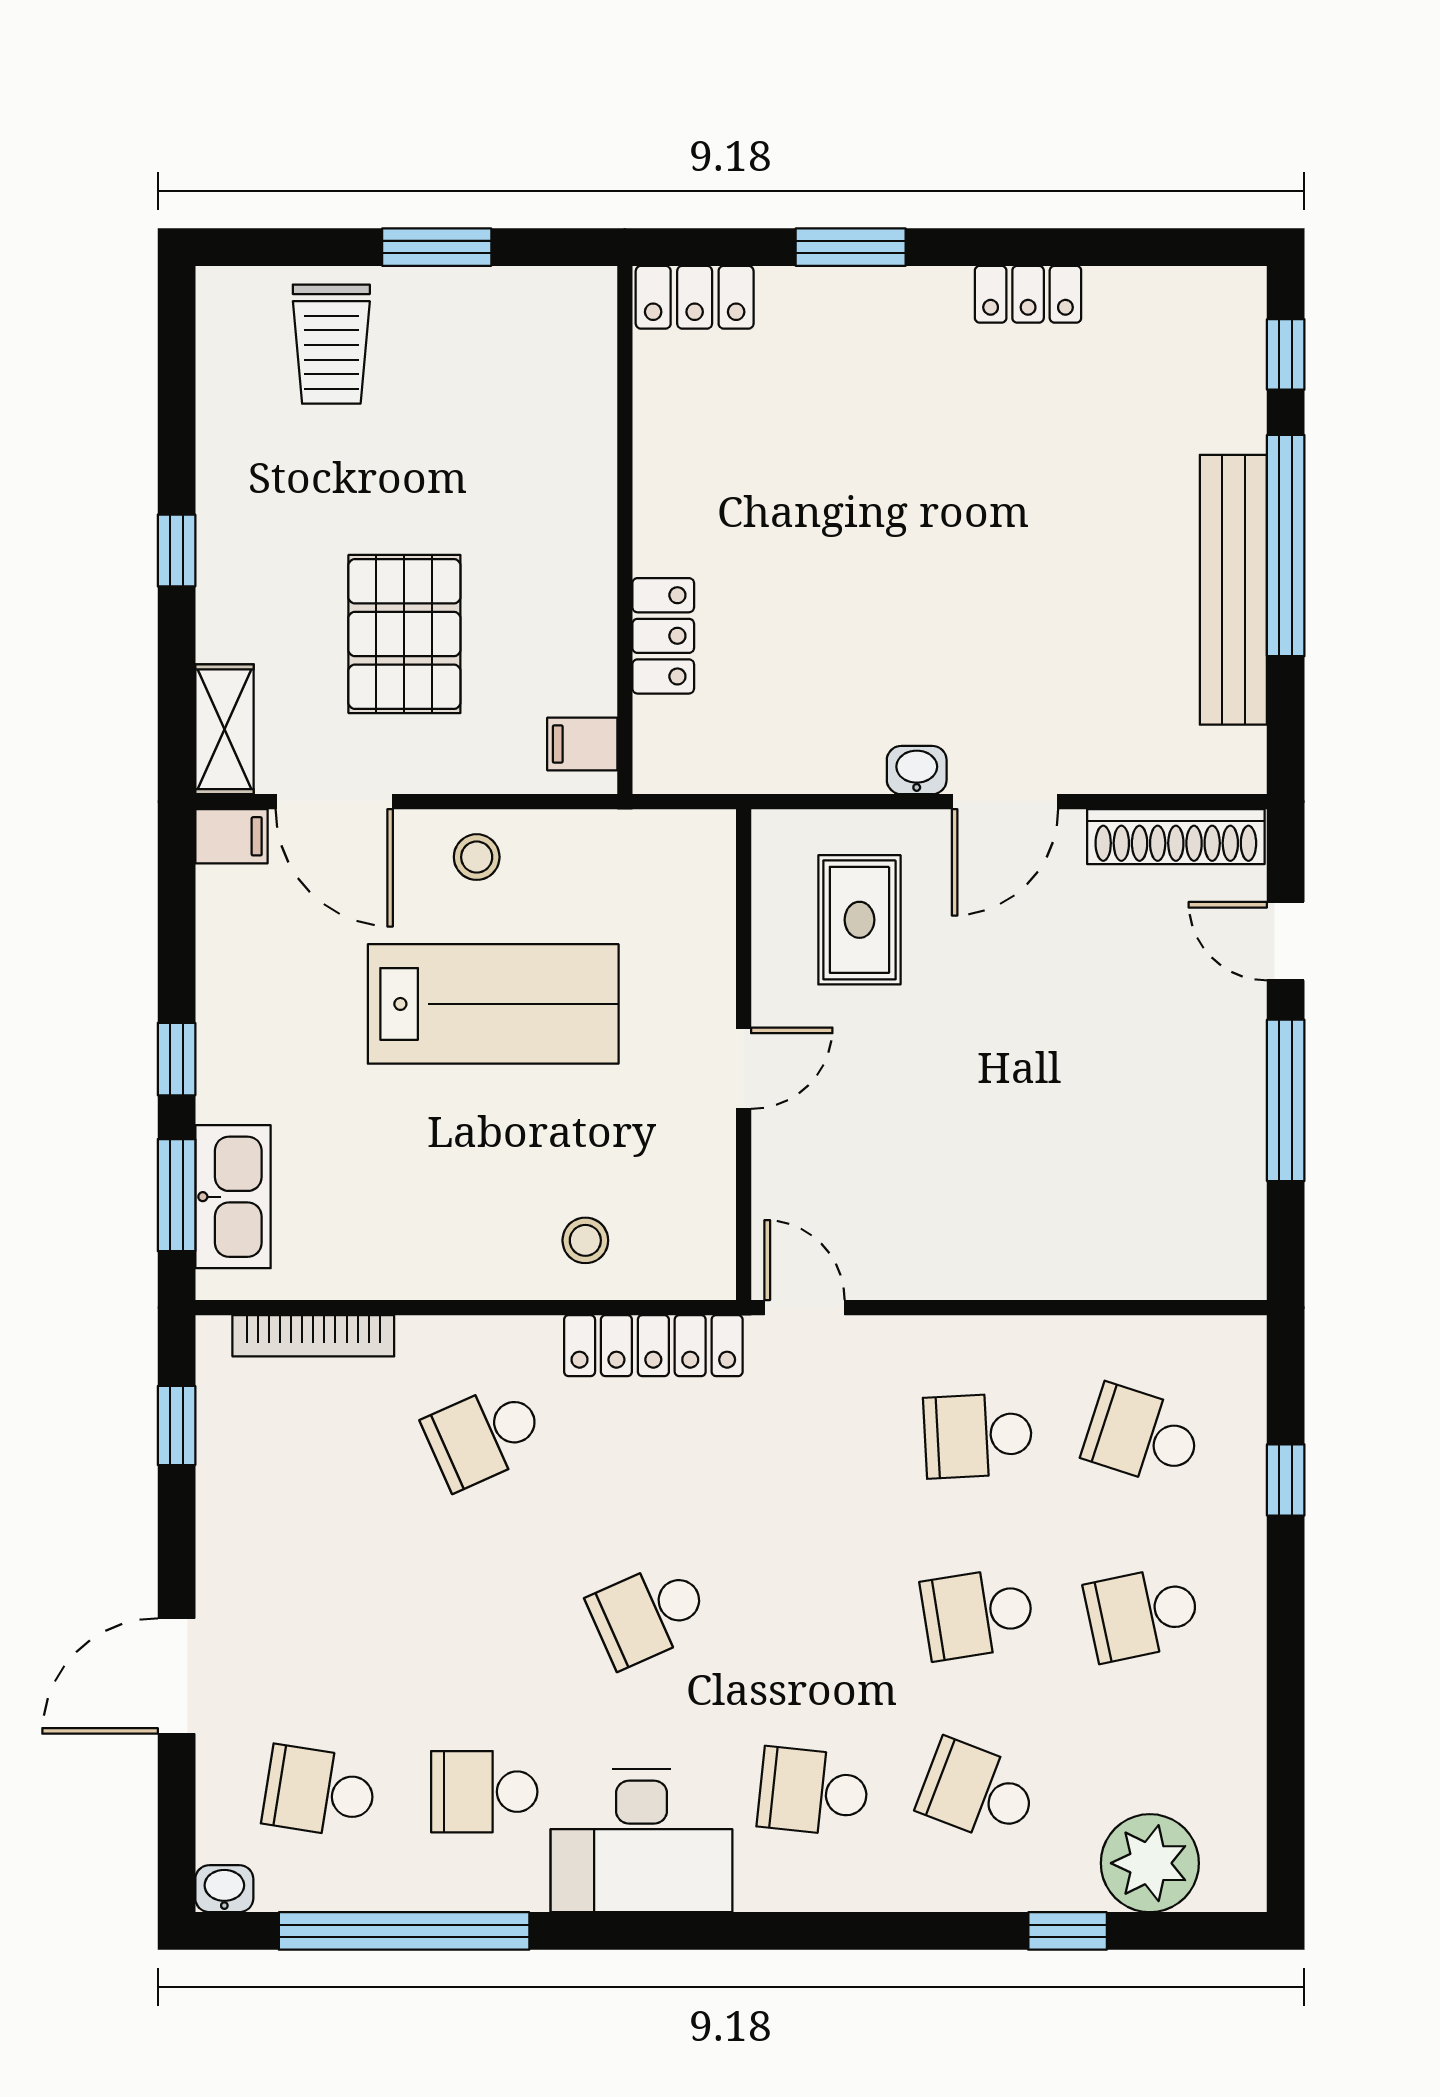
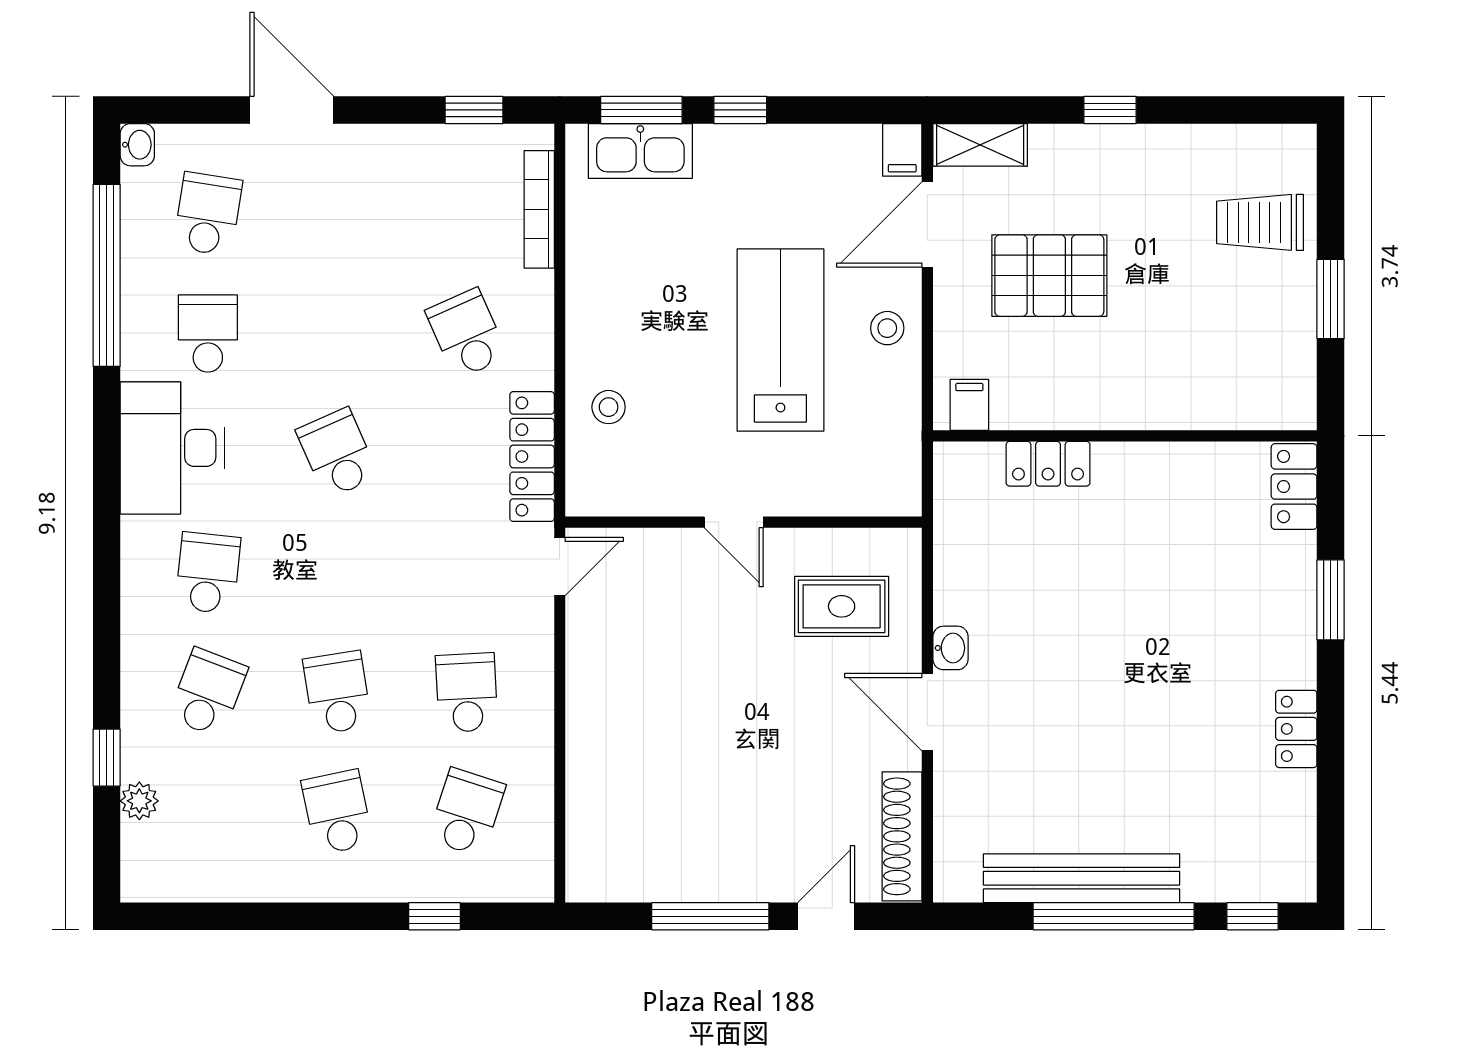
lab bench: (493, 1004) -> (780, 340), turned 180
plant: (1150, 1863) -> (139, 801), width x0.53, depth x0.53

